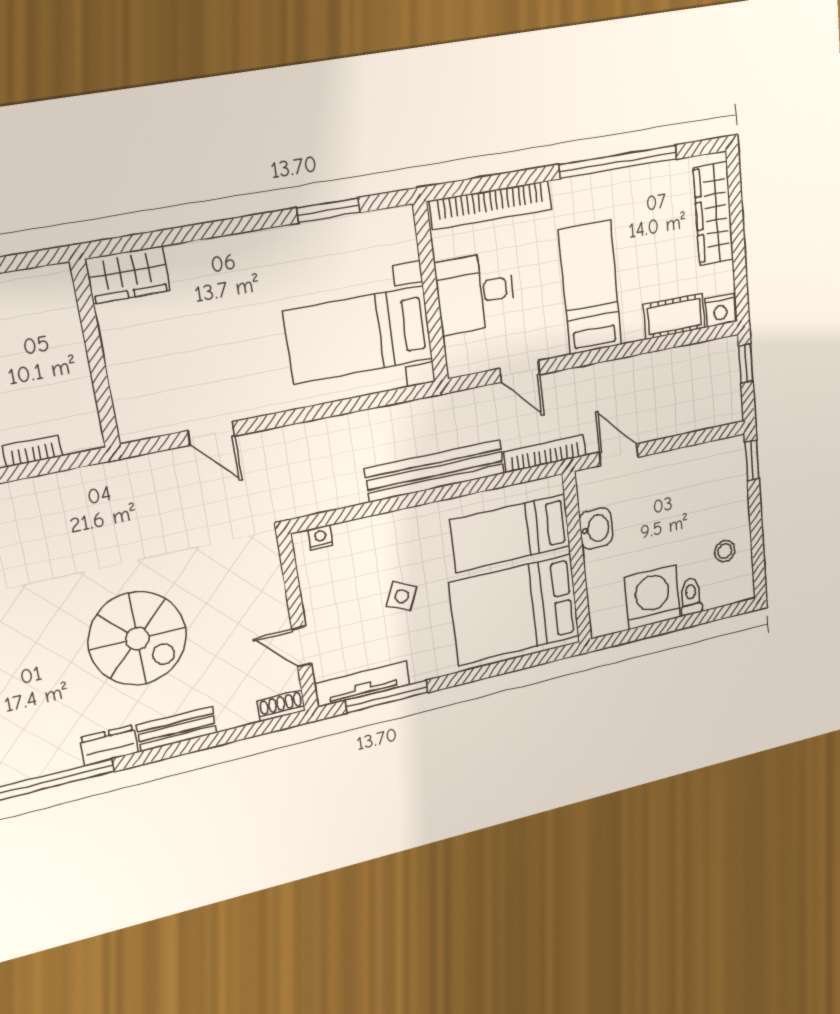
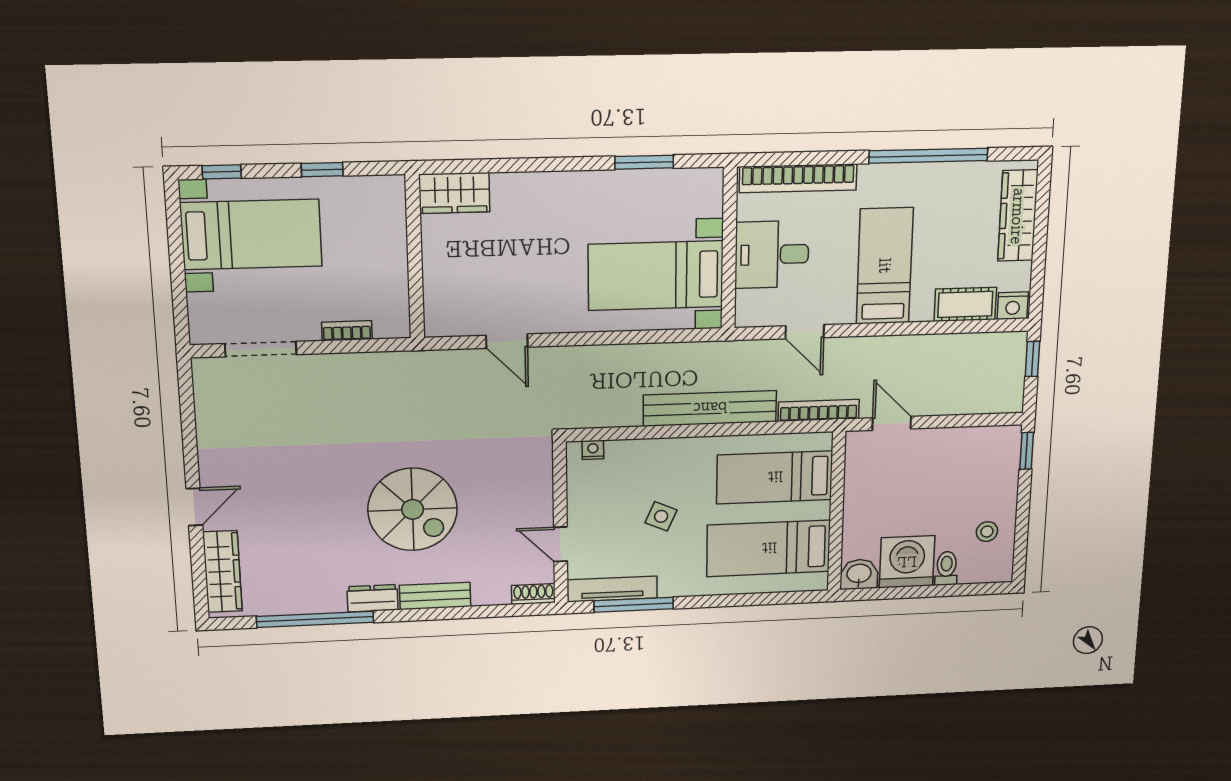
washbasin: (596, 529) -> (859, 574), moved, turned -90
bed: (515, 610) -> (769, 548), width x0.67

